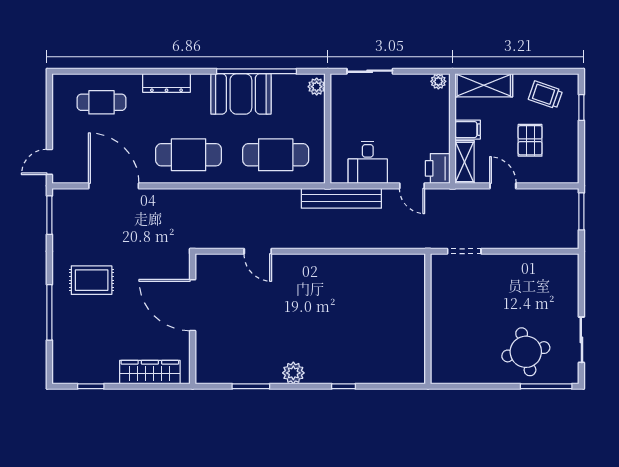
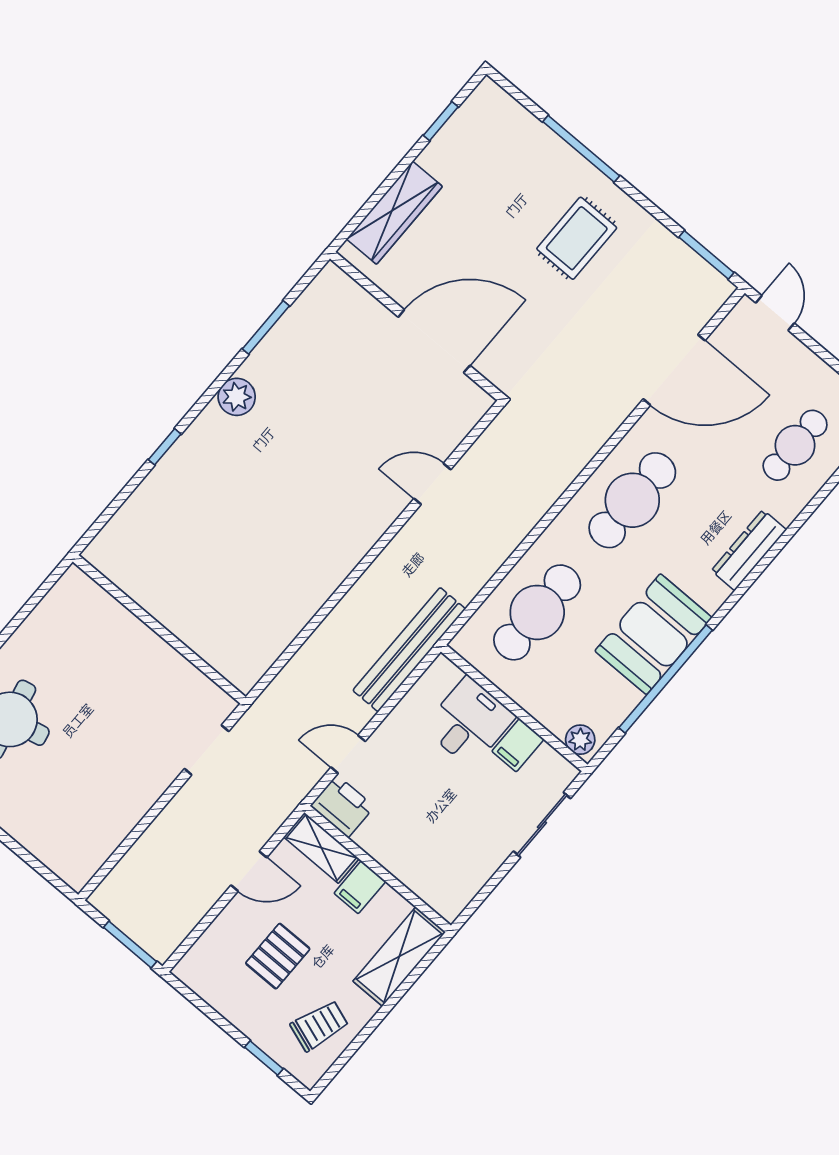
plant: (438, 81) -> (454, 902), removed
filing cabinet: (343, 113) -> (518, 745), added
pallet: (530, 140) -> (278, 956), turned 90
desk: (368, 162) -> (469, 722), moved, turned 90

